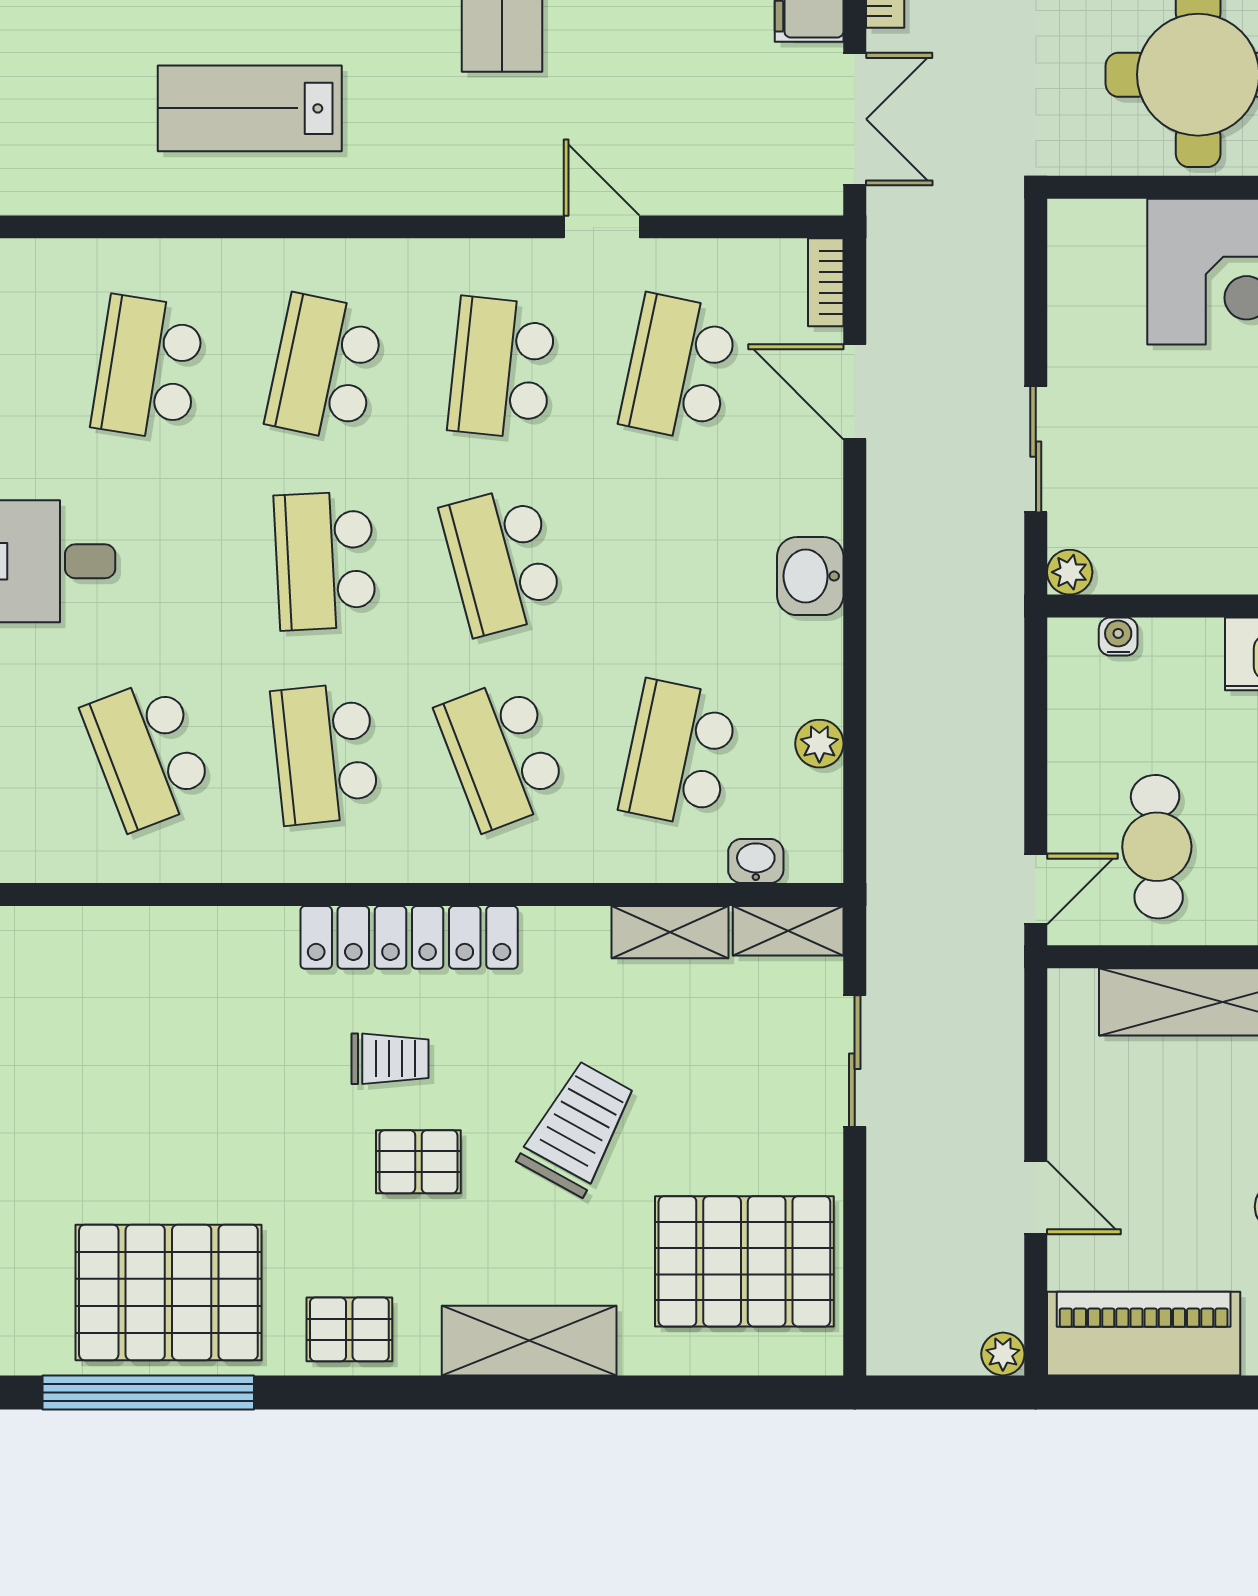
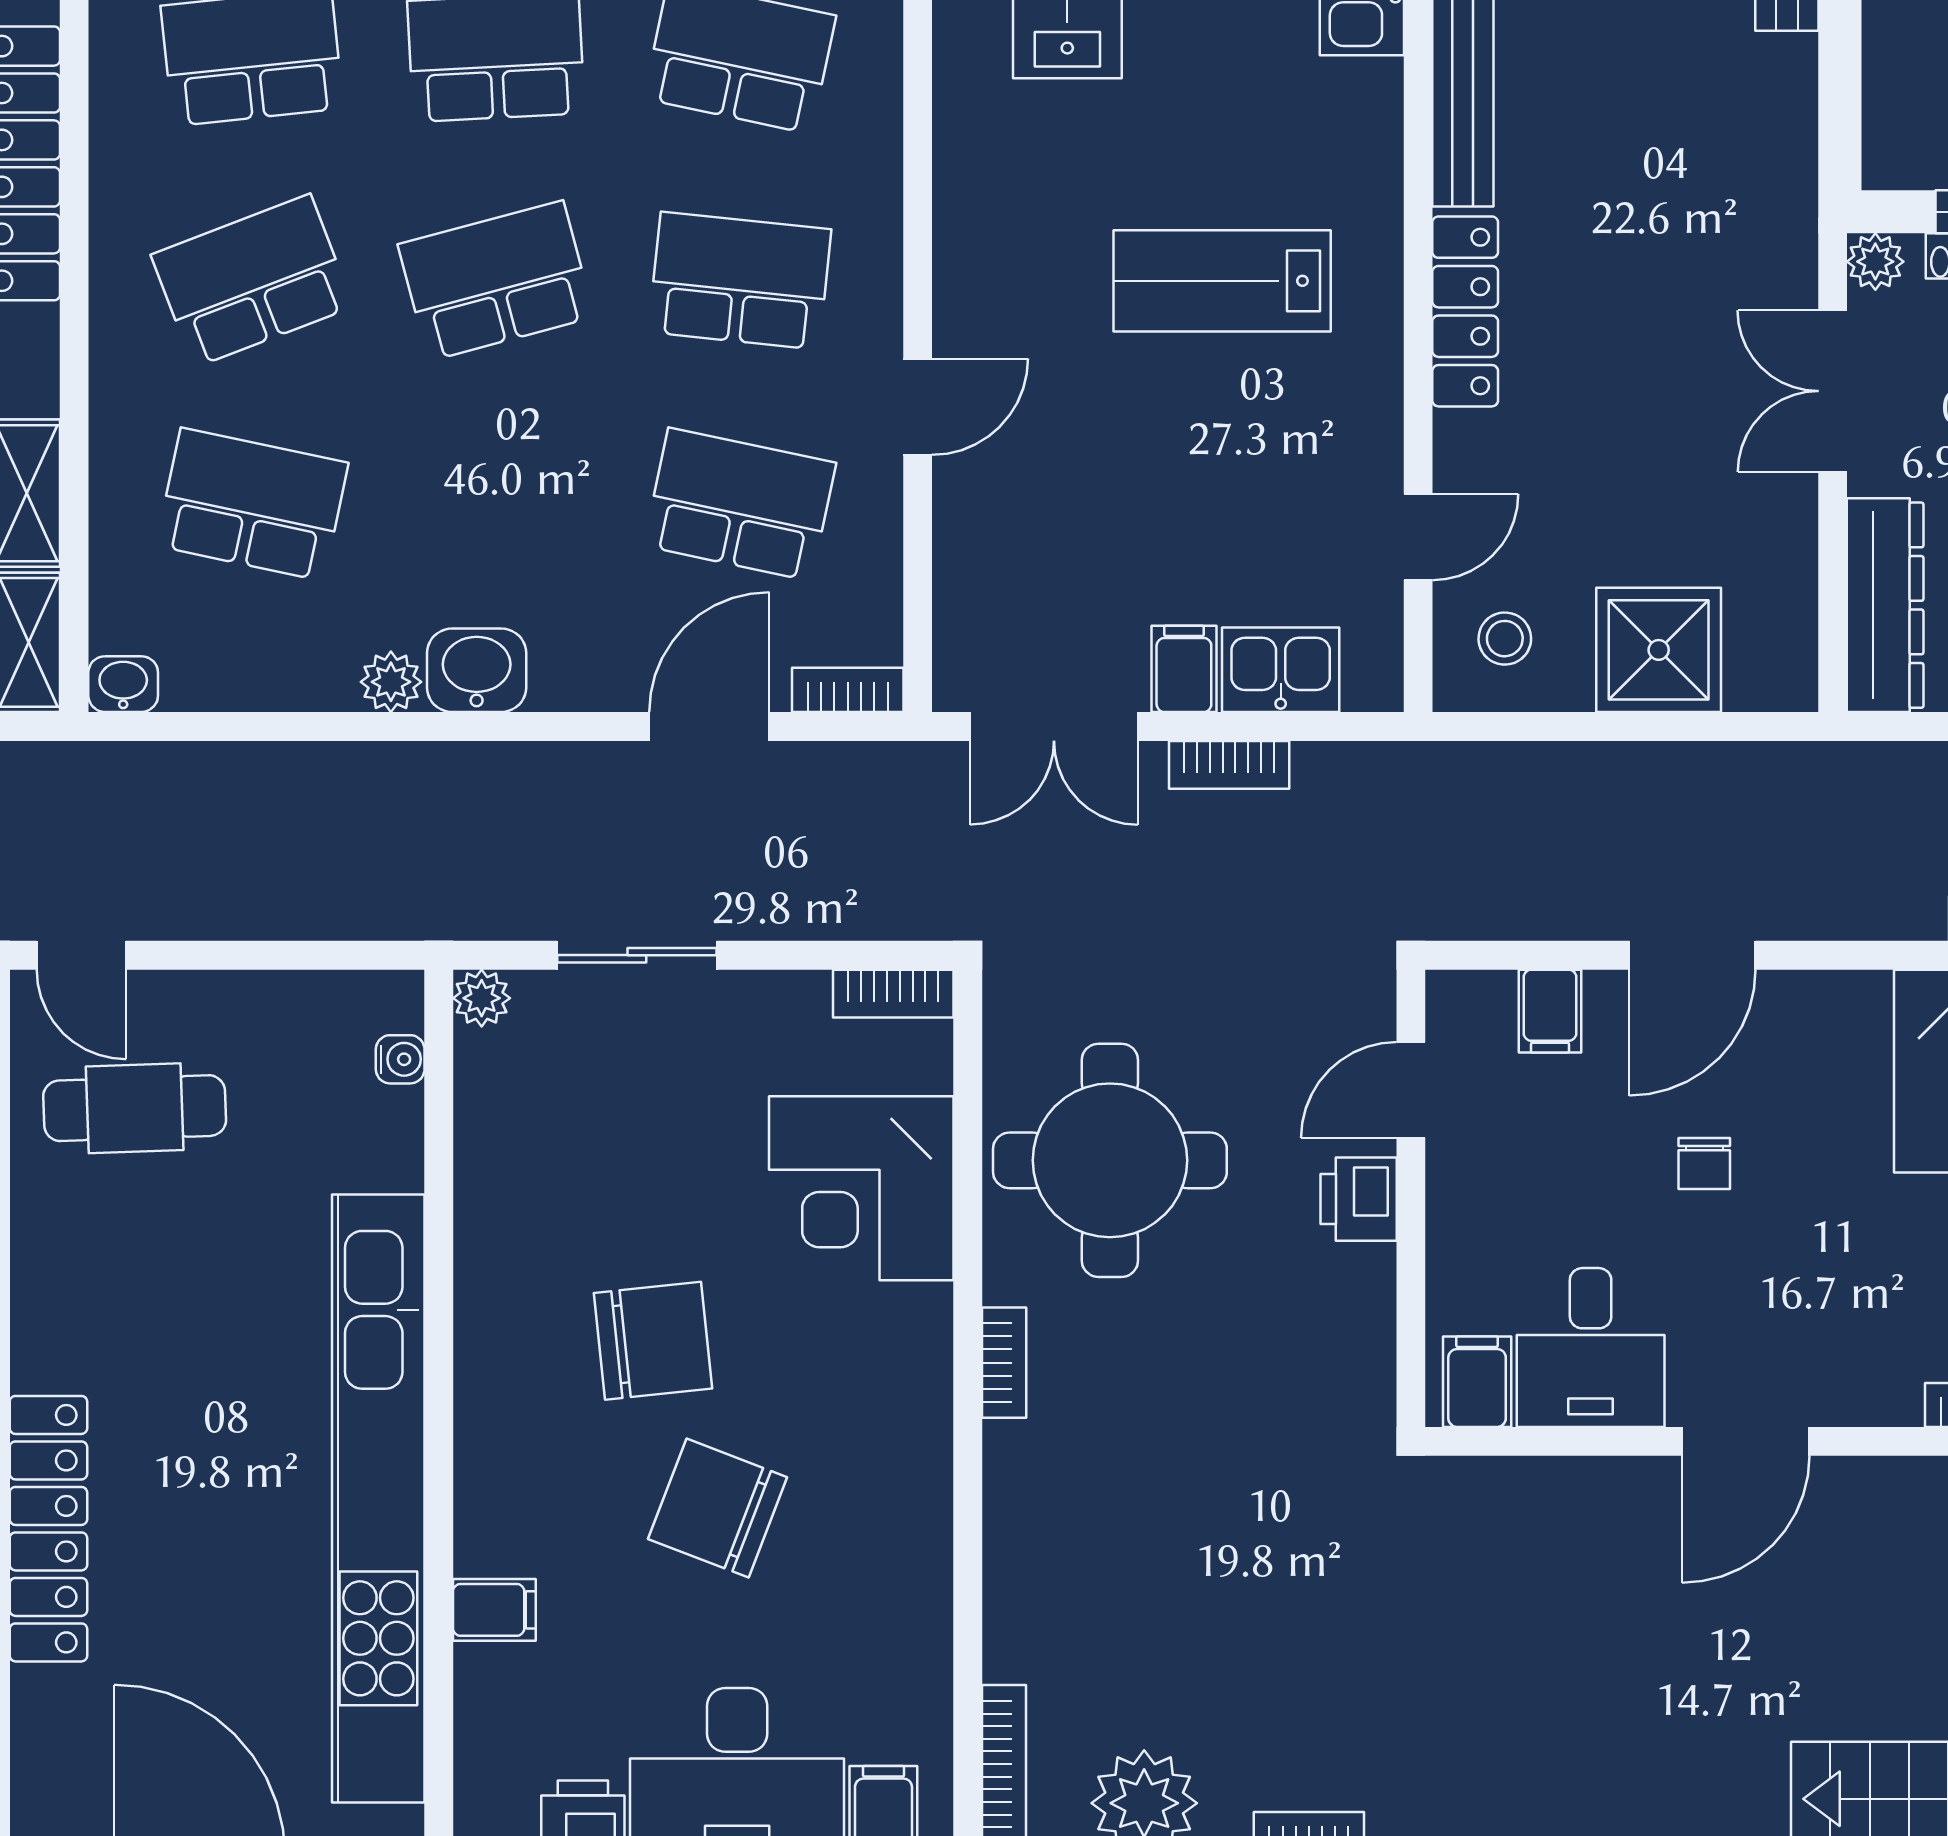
bookcase: (1066, 246) -> (893, 994), added
plant: (819, 744) -> (391, 682), moved
washbasin: (756, 861) -> (123, 684), moved, turned -90

